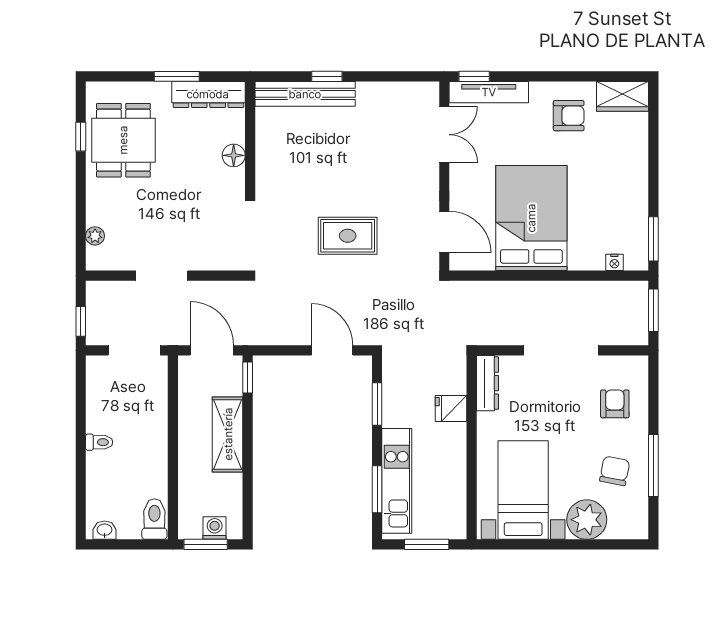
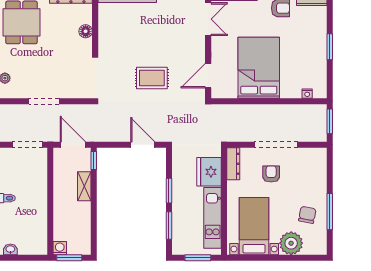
door: (444, 232) -> (208, 76), swing flipped
window: (653, 239) -> (330, 47), moved
window: (377, 404) -> (169, 191), moved
armchair: (615, 404) -> (271, 174), moved
fridge: (451, 408) -> (209, 172), width x1.88, depth x1.34
shelving: (228, 434) -> (84, 186), width x0.67, depth x0.75
kitchen unit: (397, 481) -> (213, 218), moved, turned 180
toilet: (154, 519) -> (39, 243), removed
washing machine: (215, 528) -> (60, 248), moved

